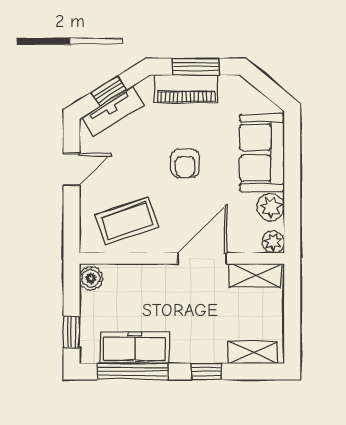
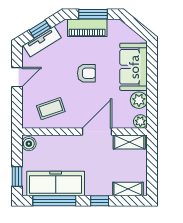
armchair: (185, 163) -> (86, 73), turned -90
coffee table: (127, 221) -> (51, 109), width x0.73, depth x0.77
freezer: (135, 348) -> (56, 184), width x1.36, depth x1.26

